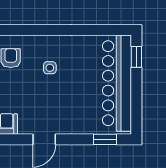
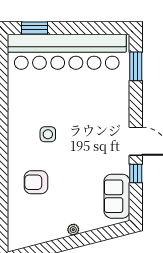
window: (18, 139) -> (136, 173), added

